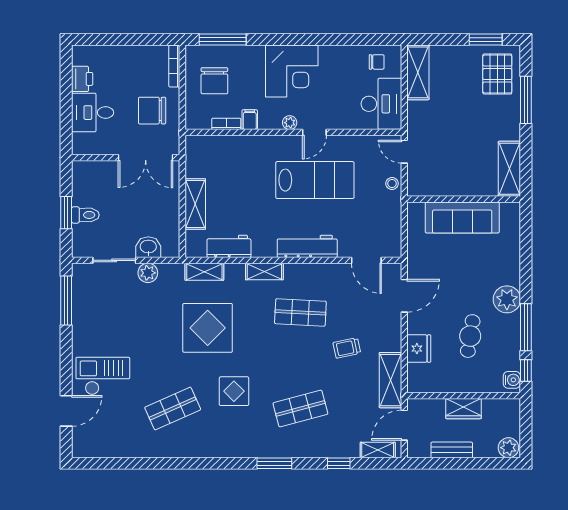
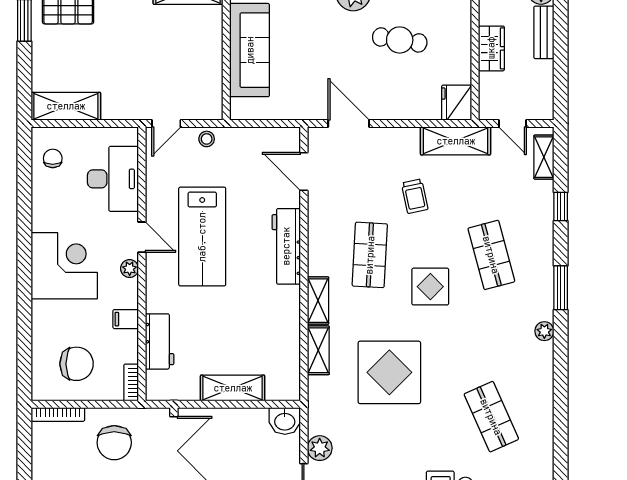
window: (223, 40) -> (24, 353), removed
desk: (381, 104) -> (113, 179), moved, turned 90
bookcase: (226, 124) -> (131, 382), moved
lab bench: (315, 180) -> (202, 237), turned 180
workbench: (229, 246) -> (160, 341), moved, turned 180
washbasin: (148, 247) -> (285, 421), moved, turned -90
door: (366, 260) -> (304, 171), swing flipped
shelving: (204, 272) -> (318, 350), moved
fridge: (419, 349) -> (457, 103), moved, turned -90
display table: (234, 391) -> (430, 287), moved
door: (404, 425) -> (513, 124), width x0.73
plant: (240, 450) -> (544, 331), added
bench: (452, 450) -> (544, 32), moved

